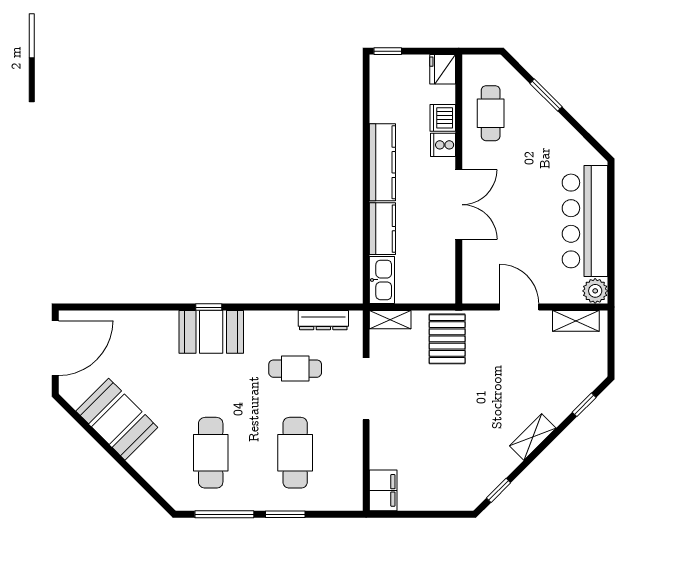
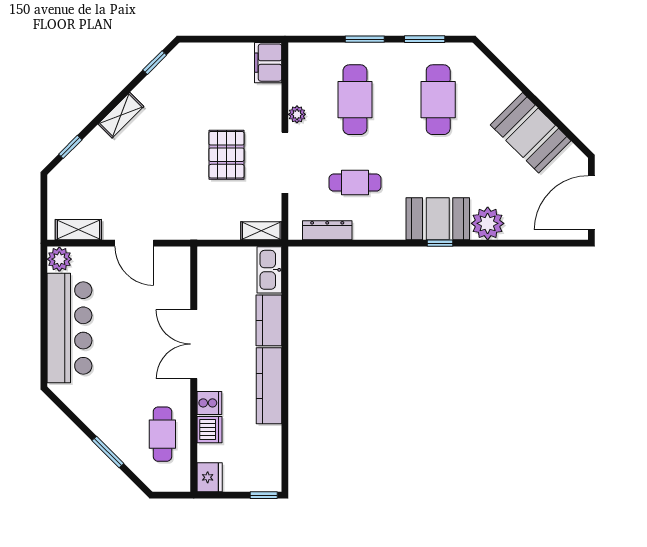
plant: (161, 327) -> (488, 223), added
pallet: (447, 339) -> (226, 155), moved
plant: (354, 438) -> (297, 114), added
window: (224, 514) -> (425, 39), width x0.69

